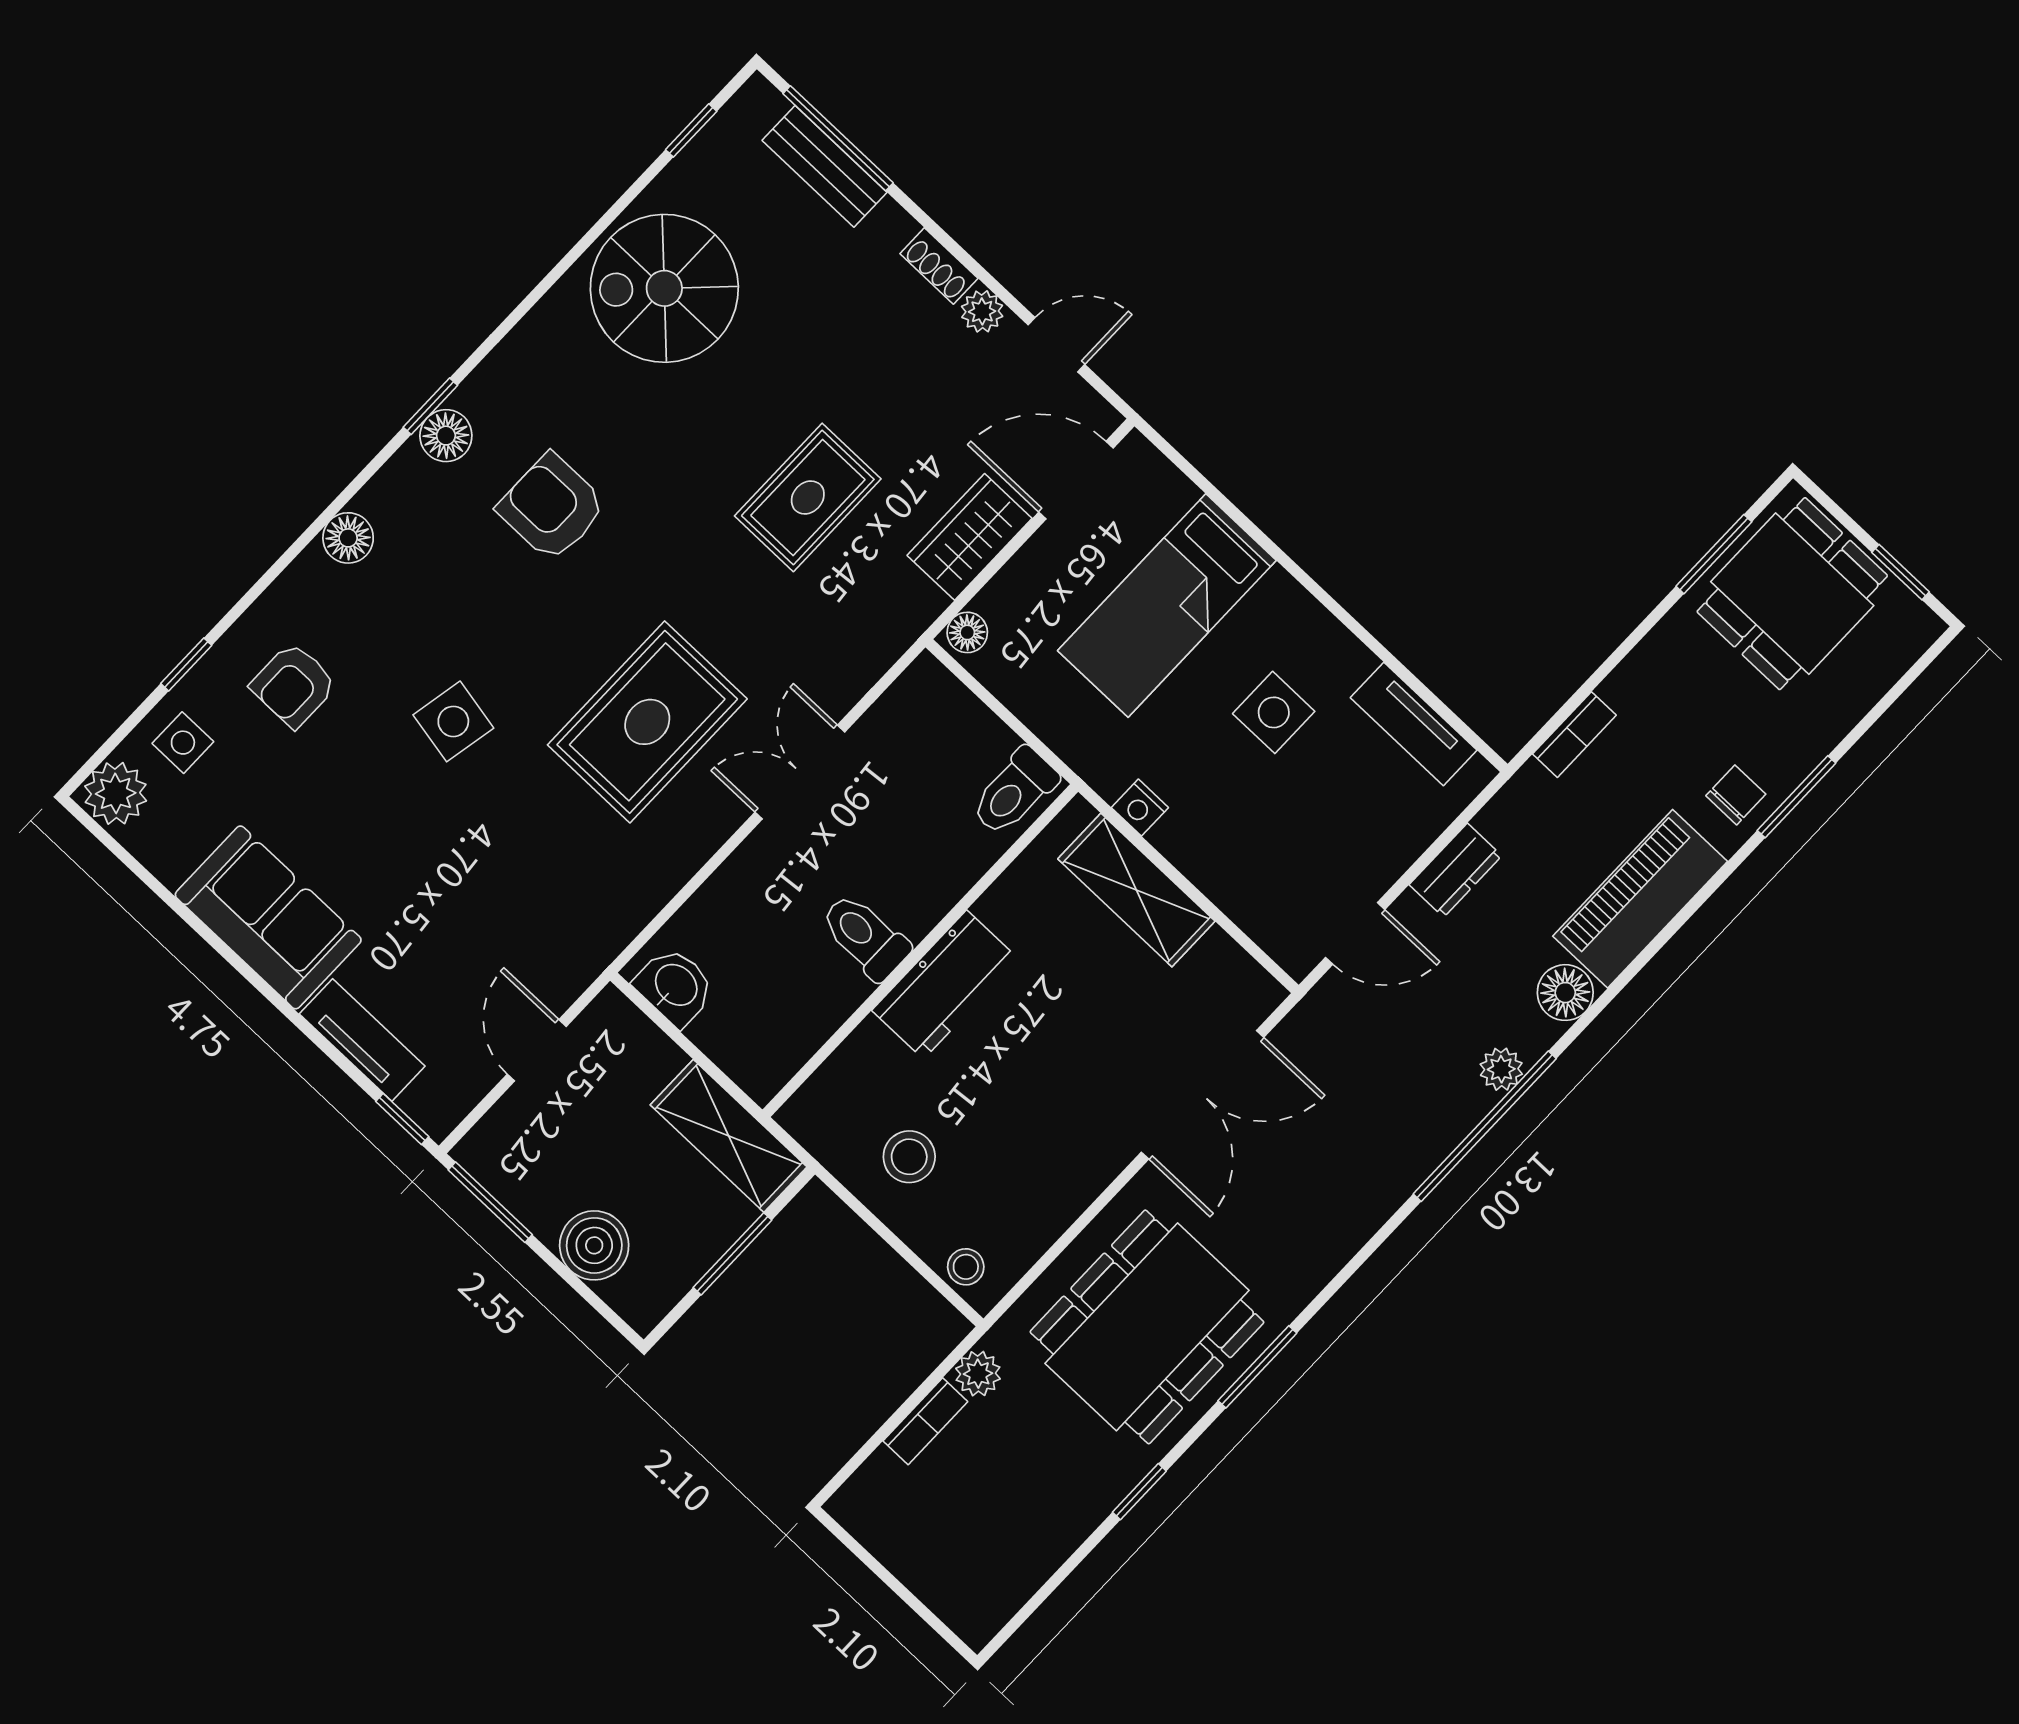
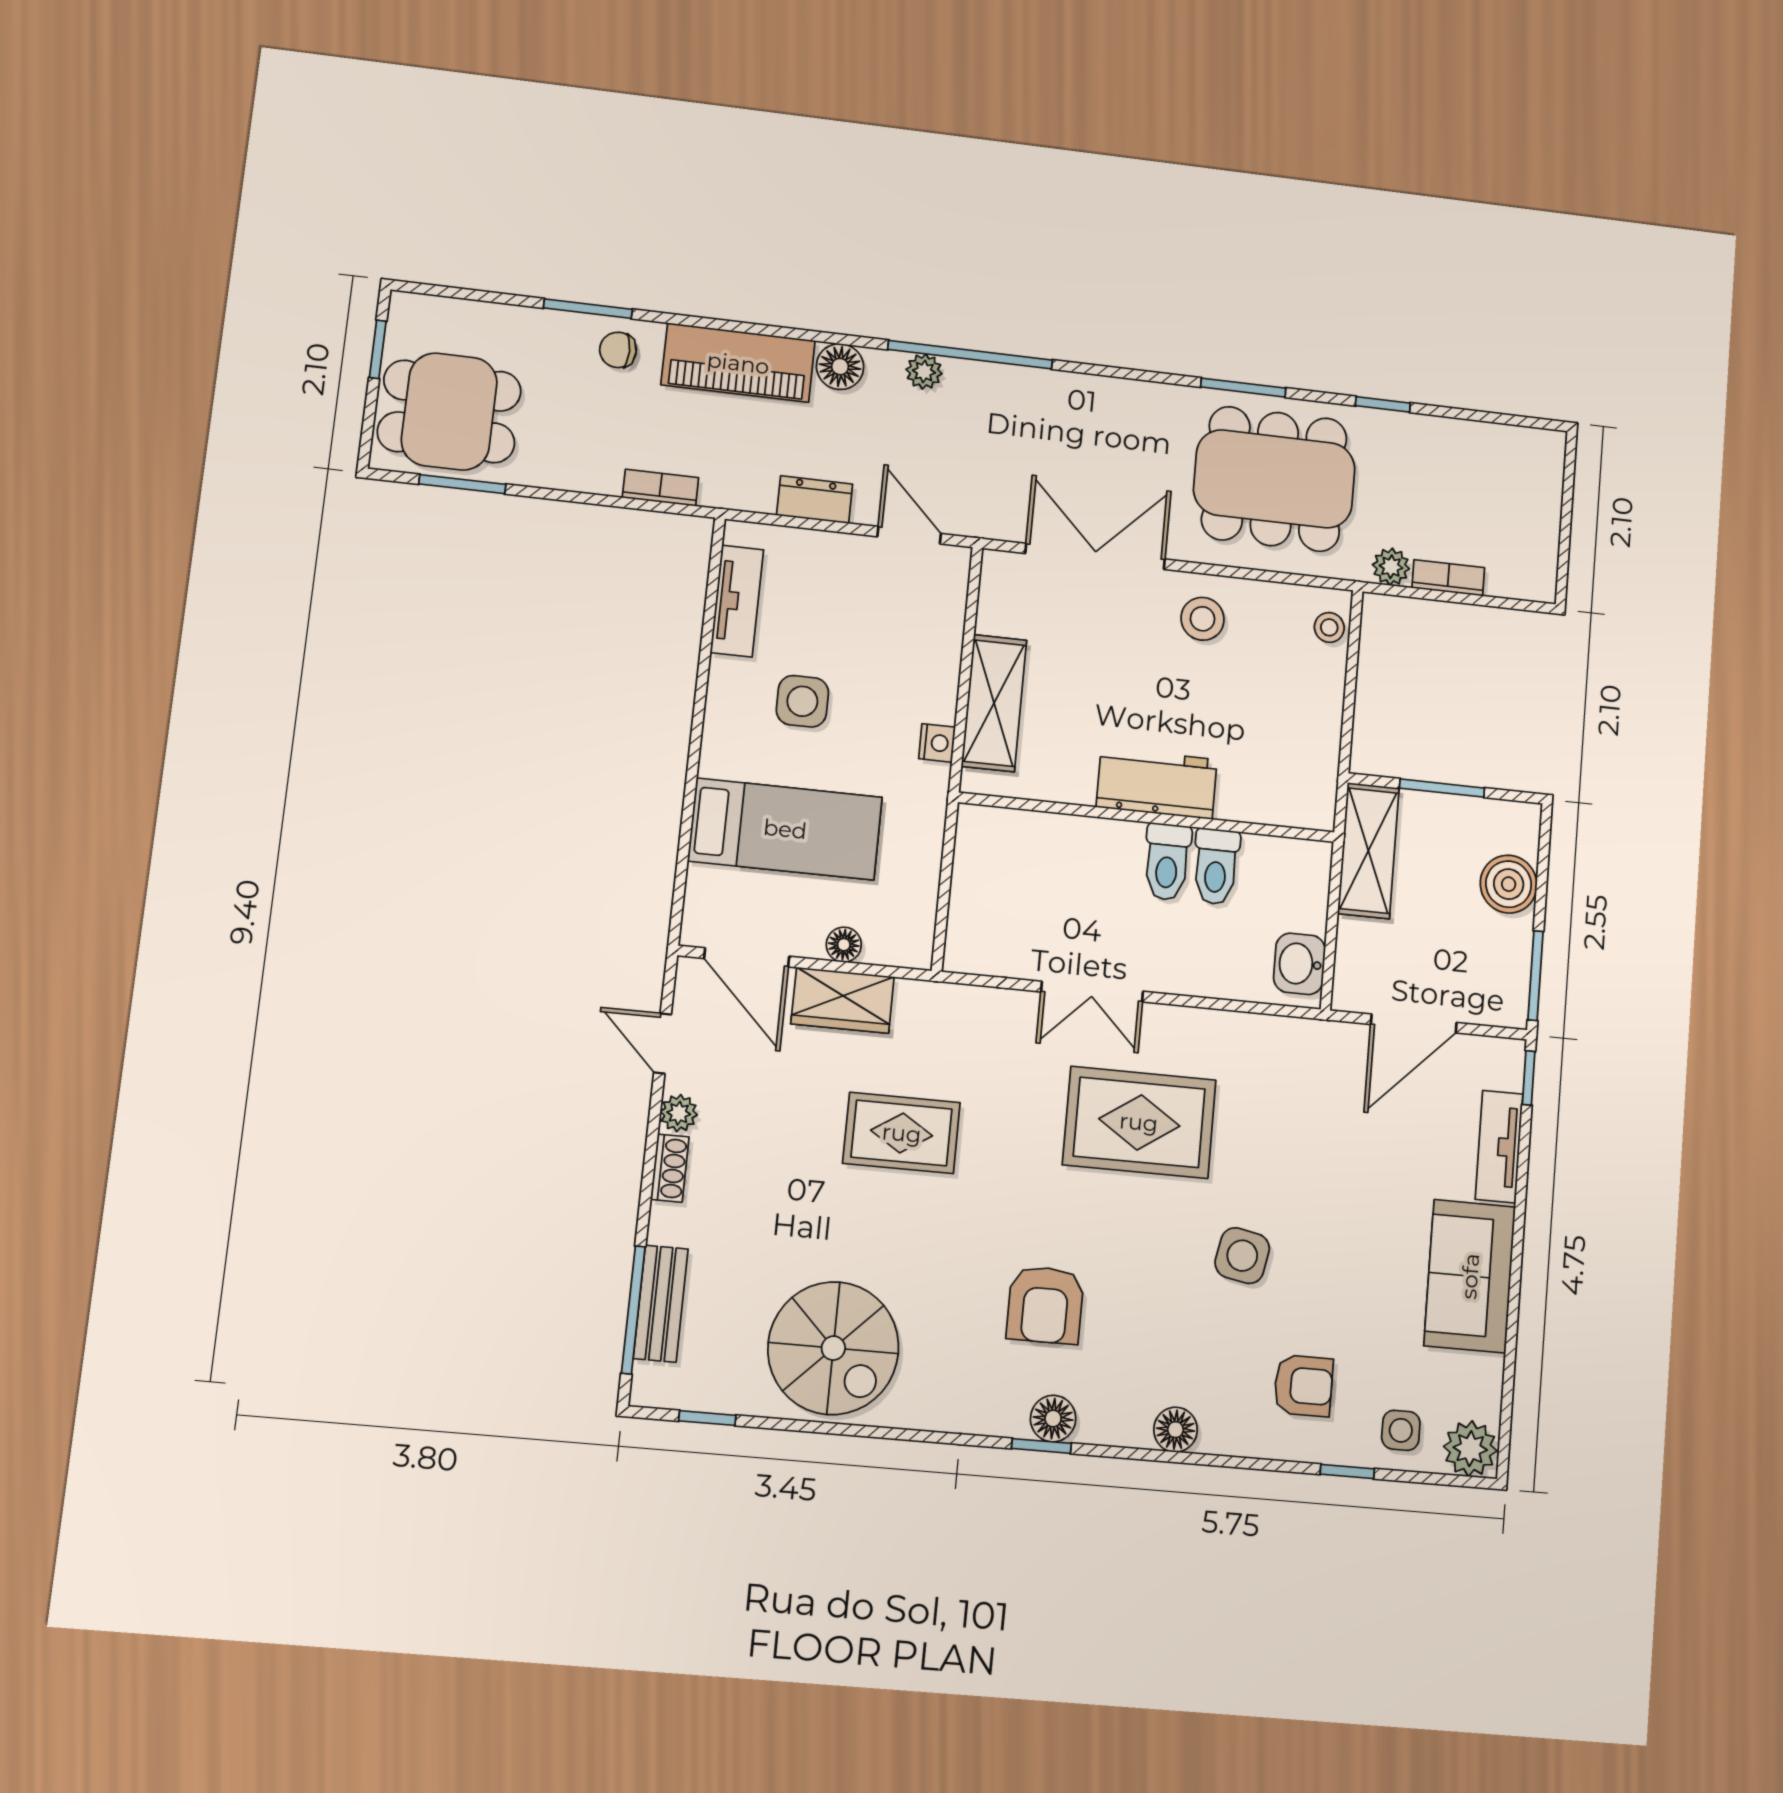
floor lamp: (967, 632) -> (844, 945), moved
toilet: (1014, 792) -> (1216, 867), moved, turned 90
door: (537, 1050) -> (1414, 1023), width x1.38
stool: (909, 1157) -> (1203, 619), moved

